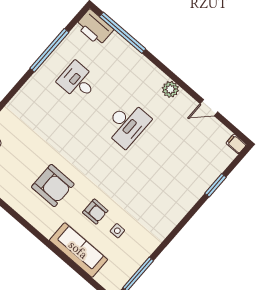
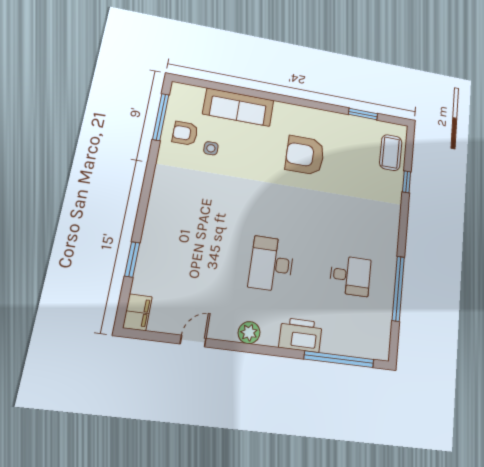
printer: (94, 28) -> (301, 335), moved
filing cabinet: (236, 144) -> (138, 312), width x2.00
armchair: (95, 212) -> (185, 133), moved

